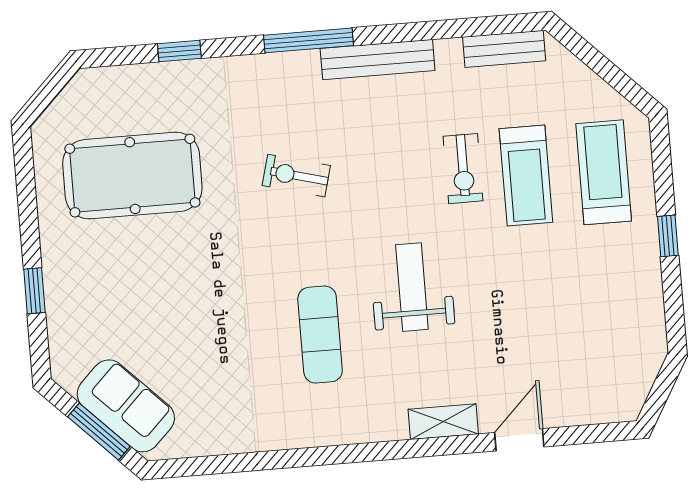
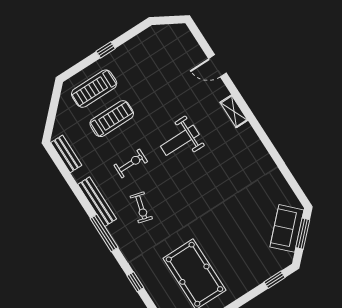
exercise bike: (463, 169) -> (131, 163), moved
exercise bike: (296, 176) -> (141, 207), moved
window: (34, 291) -> (274, 280), moved
exercise mat: (320, 335) -> (218, 167), removed
shelving: (443, 422) -> (234, 111), moved

